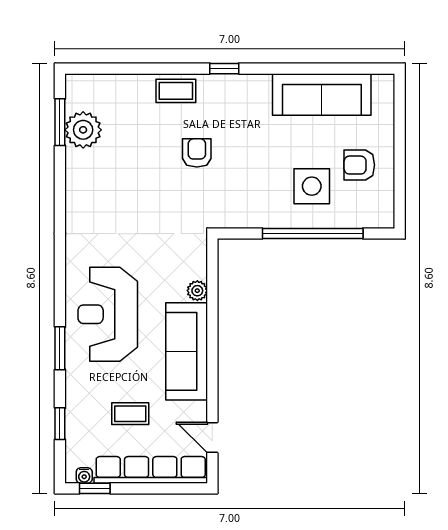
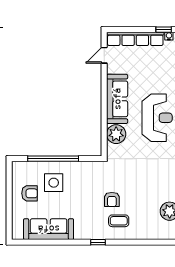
coffee table: (176, 91) -> (119, 221), moved
plant: (197, 291) -> (116, 134), width x1.88, depth x1.88
coffee table: (130, 414) -> (146, 67), removed
door: (212, 437) -> (104, 55), swing flipped

